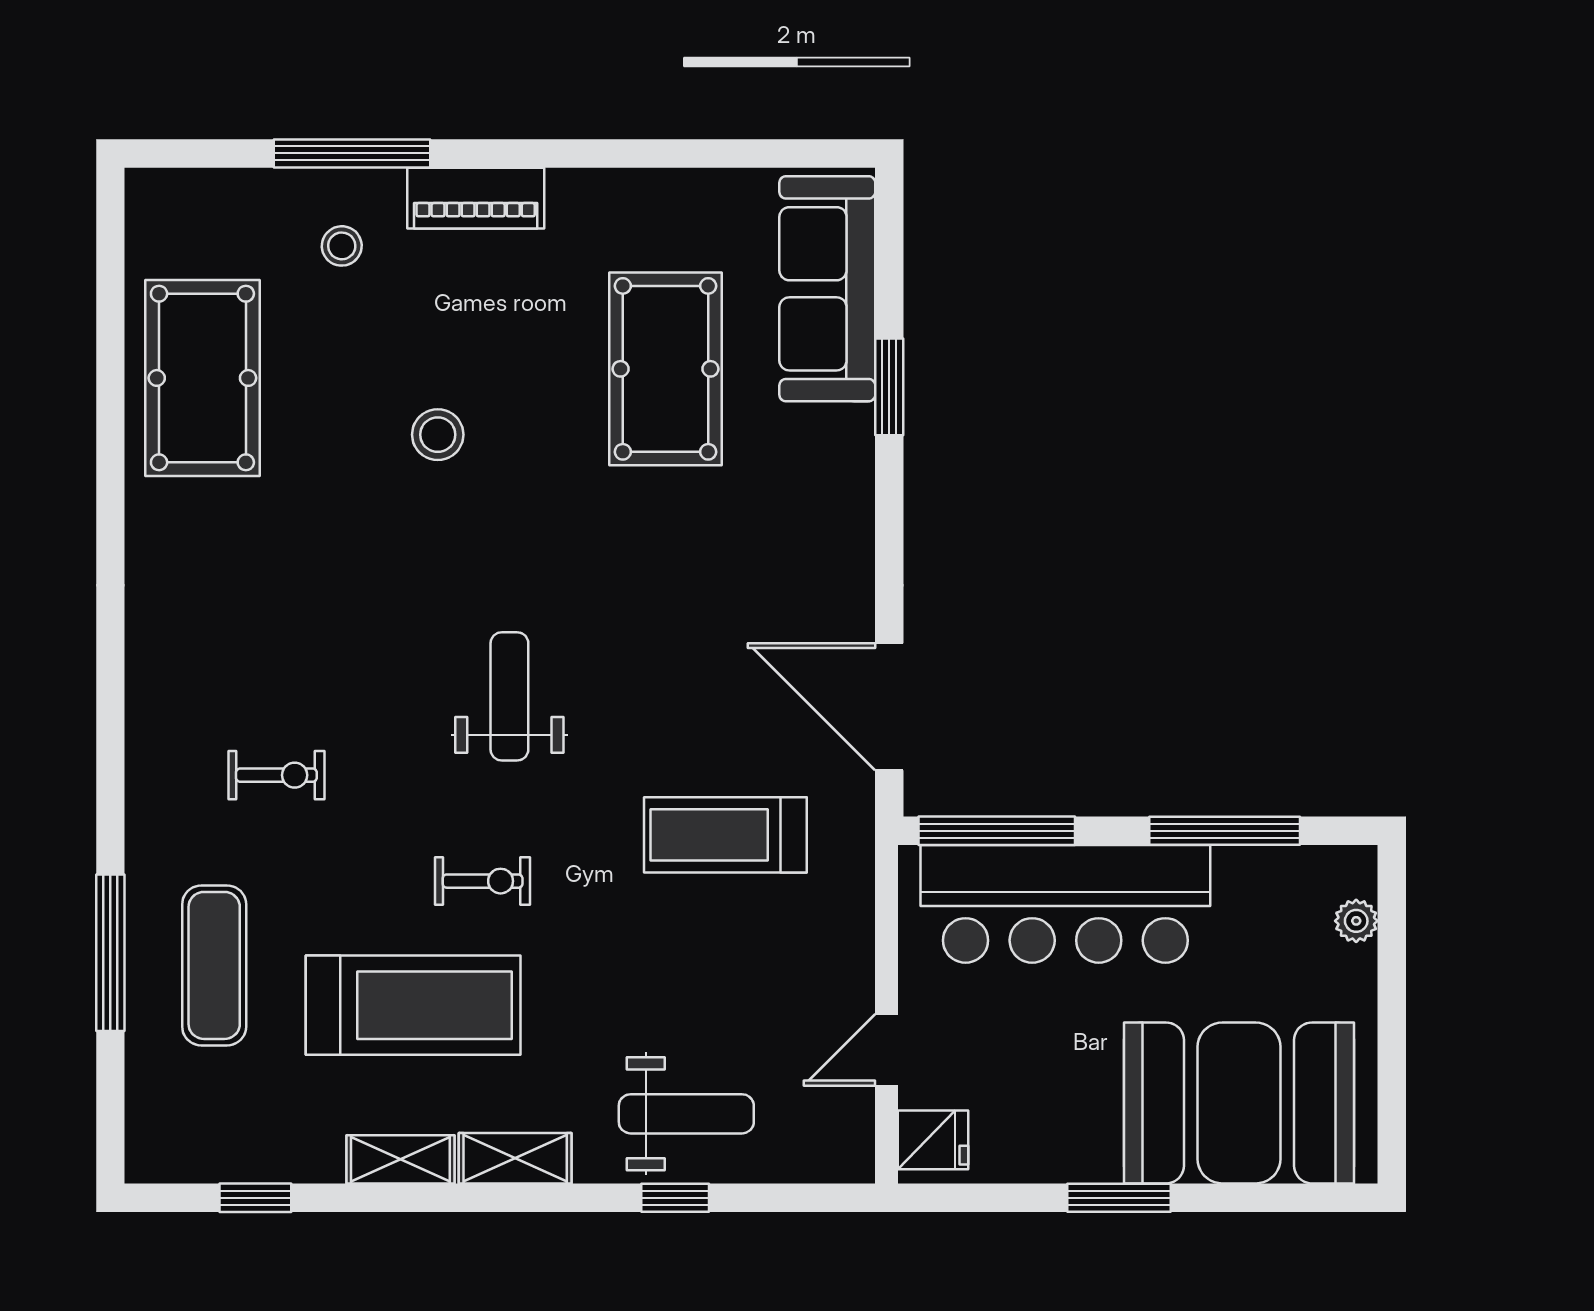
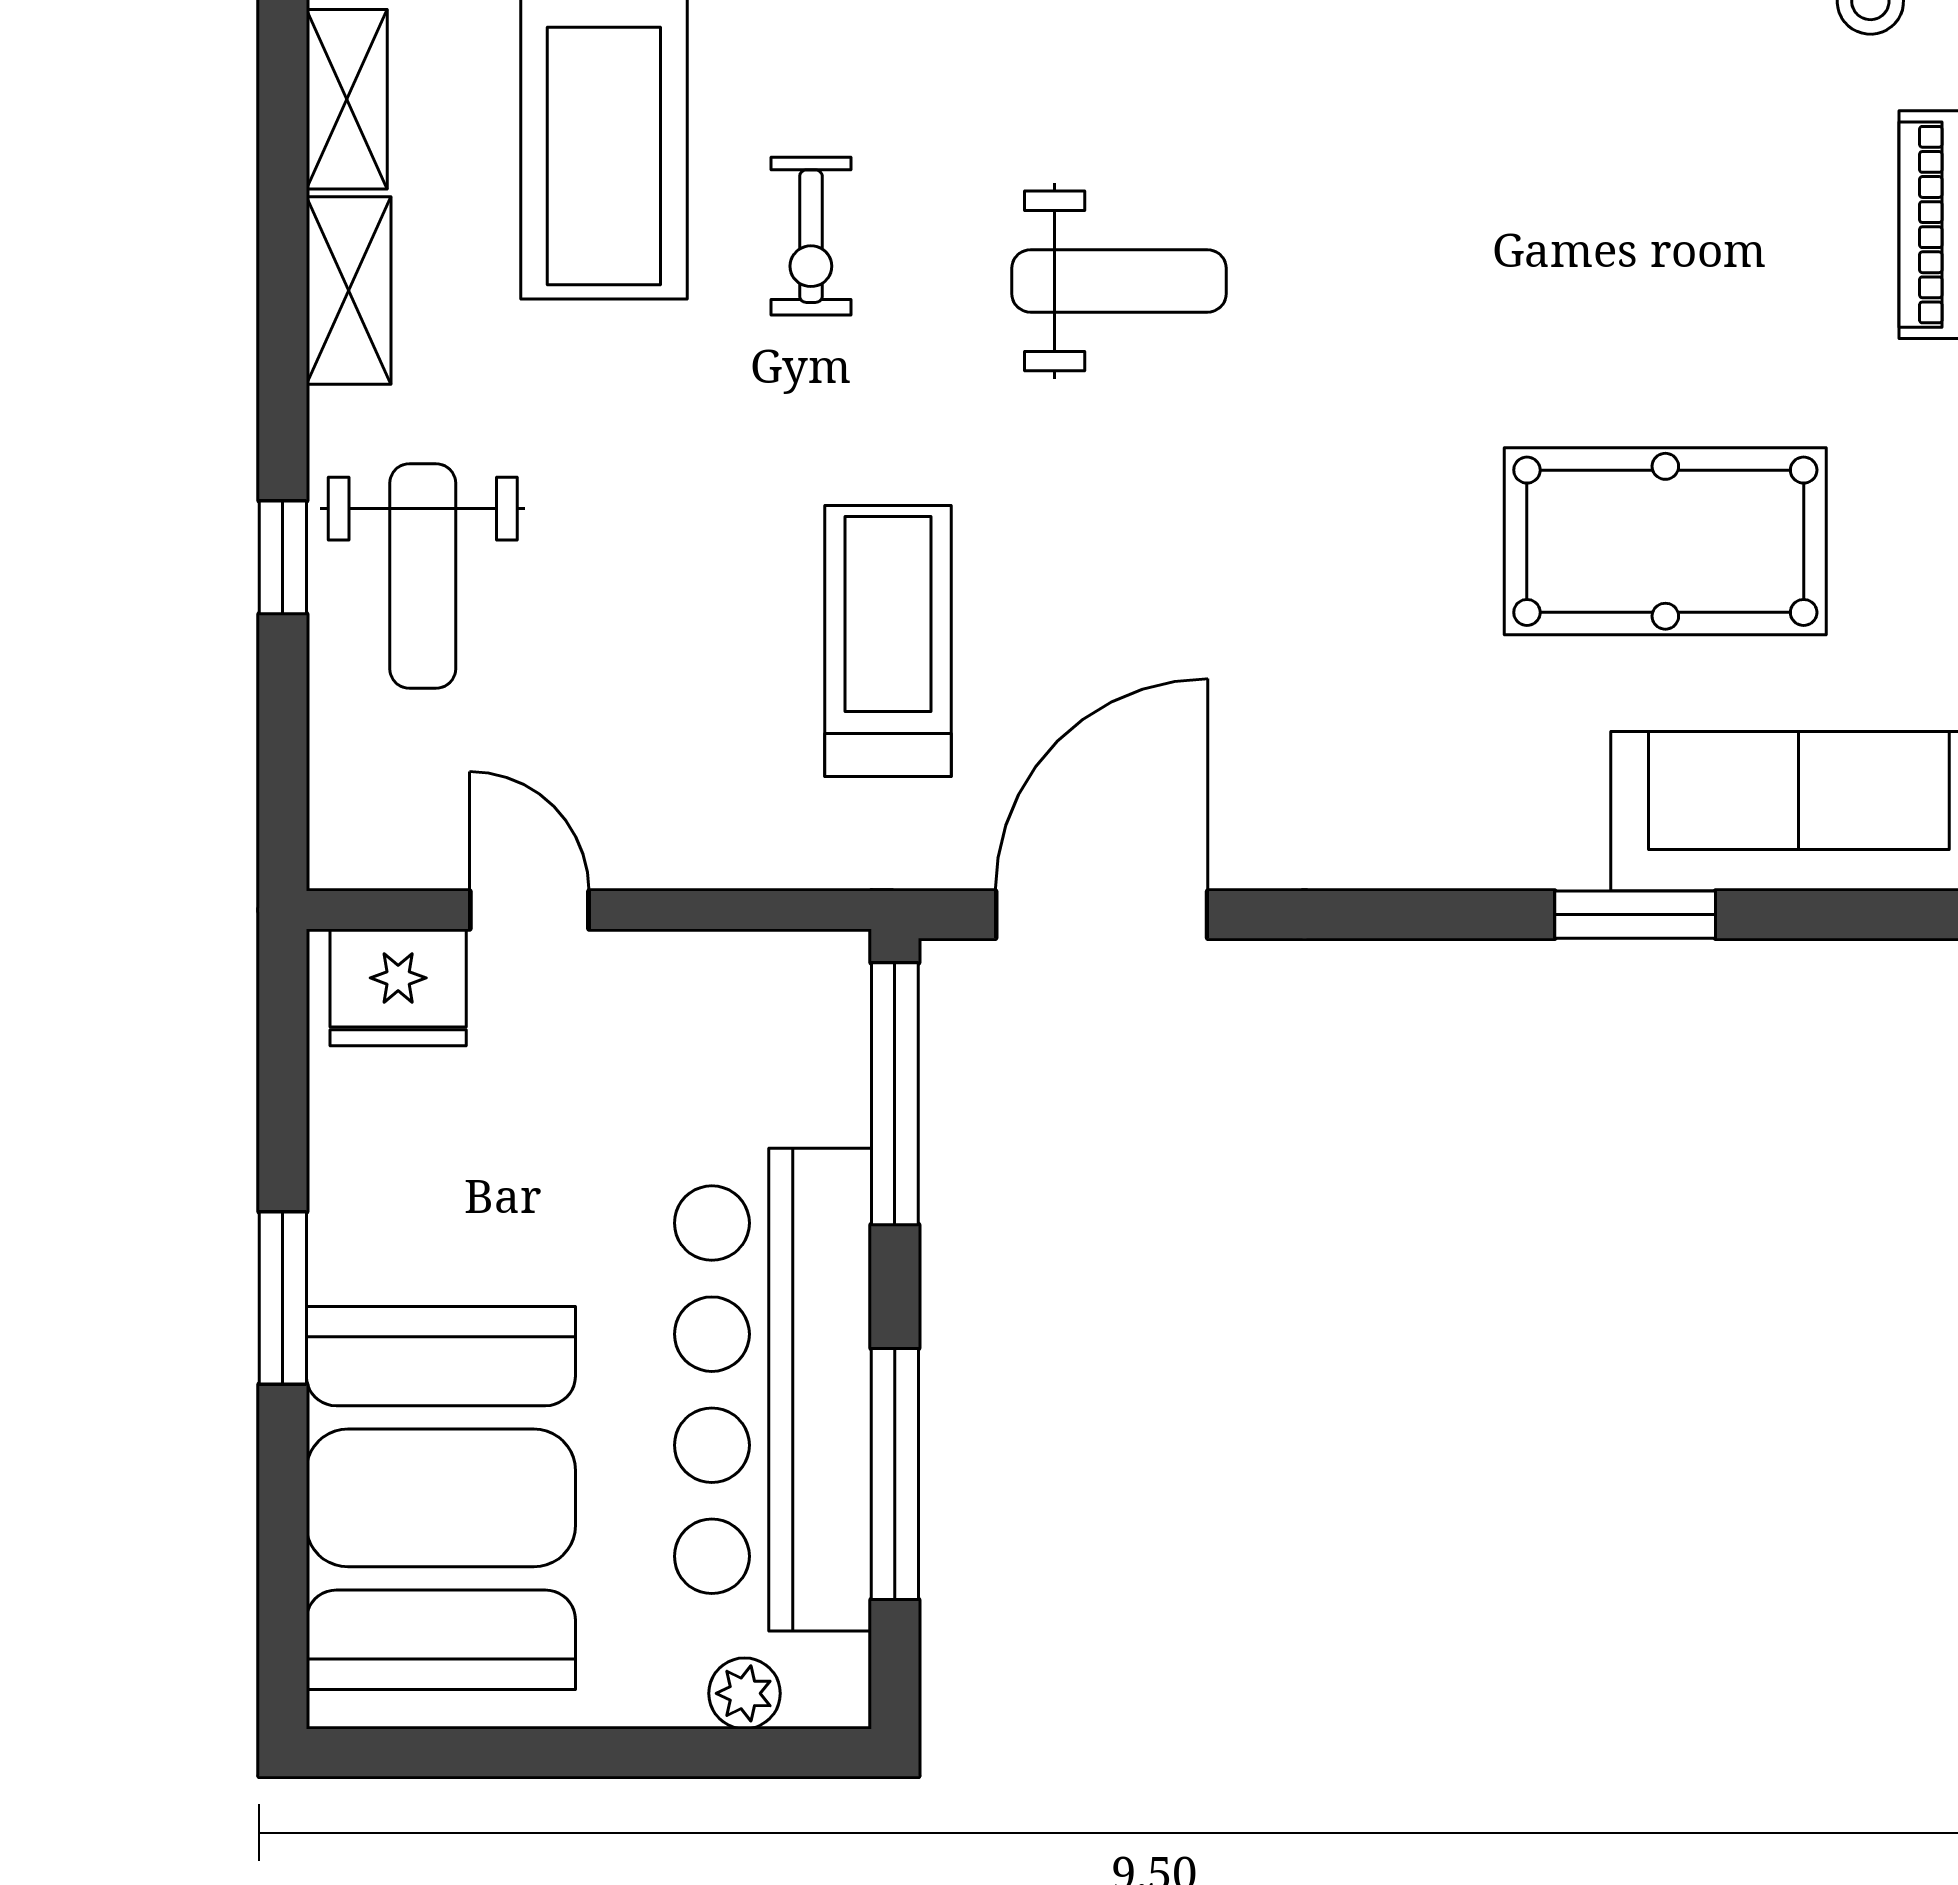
stool: (438, 435) -> (1556, 161), removed
bar counter: (1065, 904) -> (773, 1390), moved
fridge: (933, 1140) -> (398, 987), width x1.38

